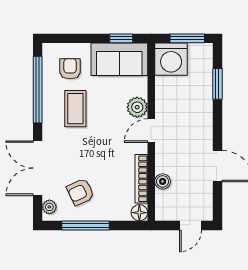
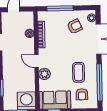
door: (151, 131) -> (36, 61), swing flipped
floor lamp: (139, 213) -> (42, 16), removed
window: (85, 226) -> (60, 8), moved

